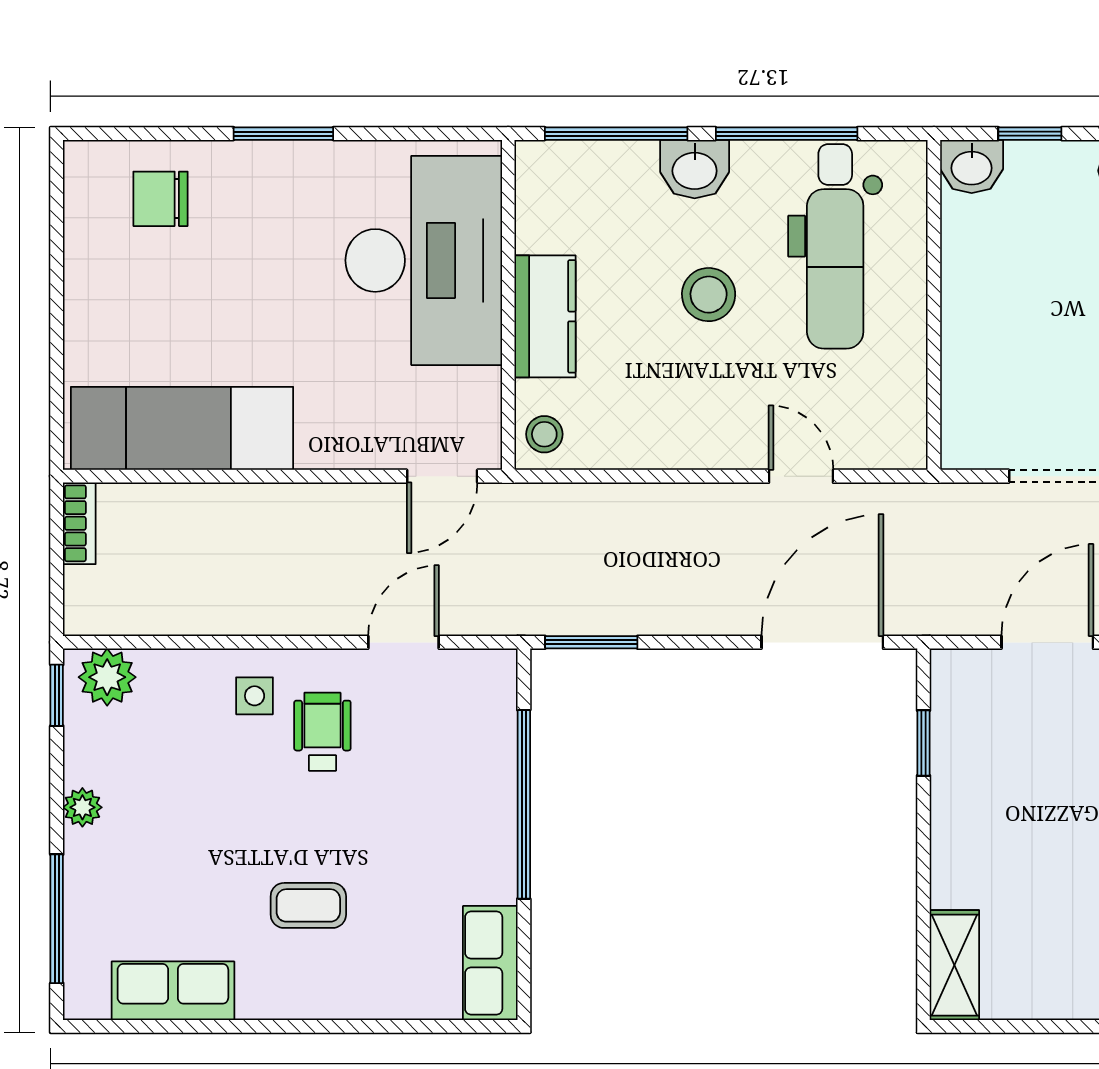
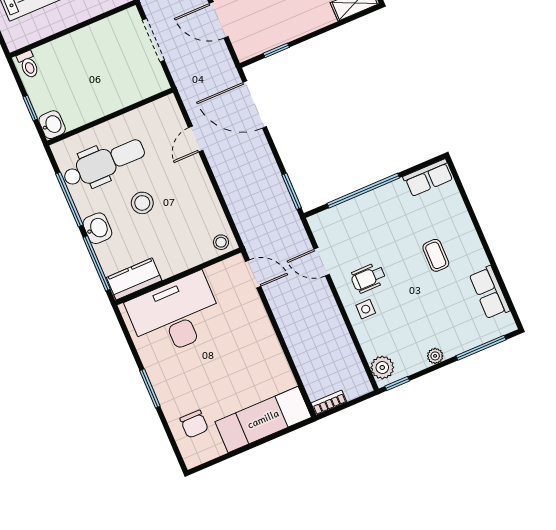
kitchen counter: (545, 316) -> (134, 279), moved
exam couch: (182, 428) -> (263, 419), moved, turned 90

